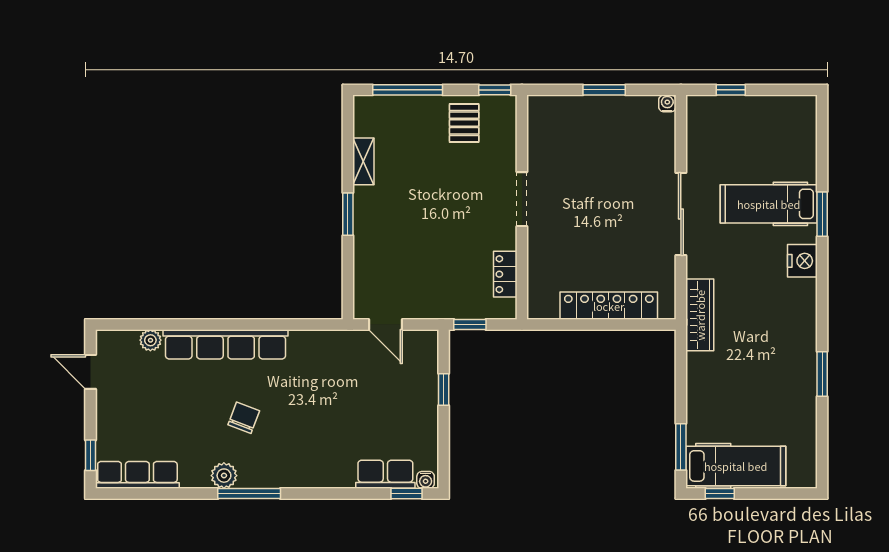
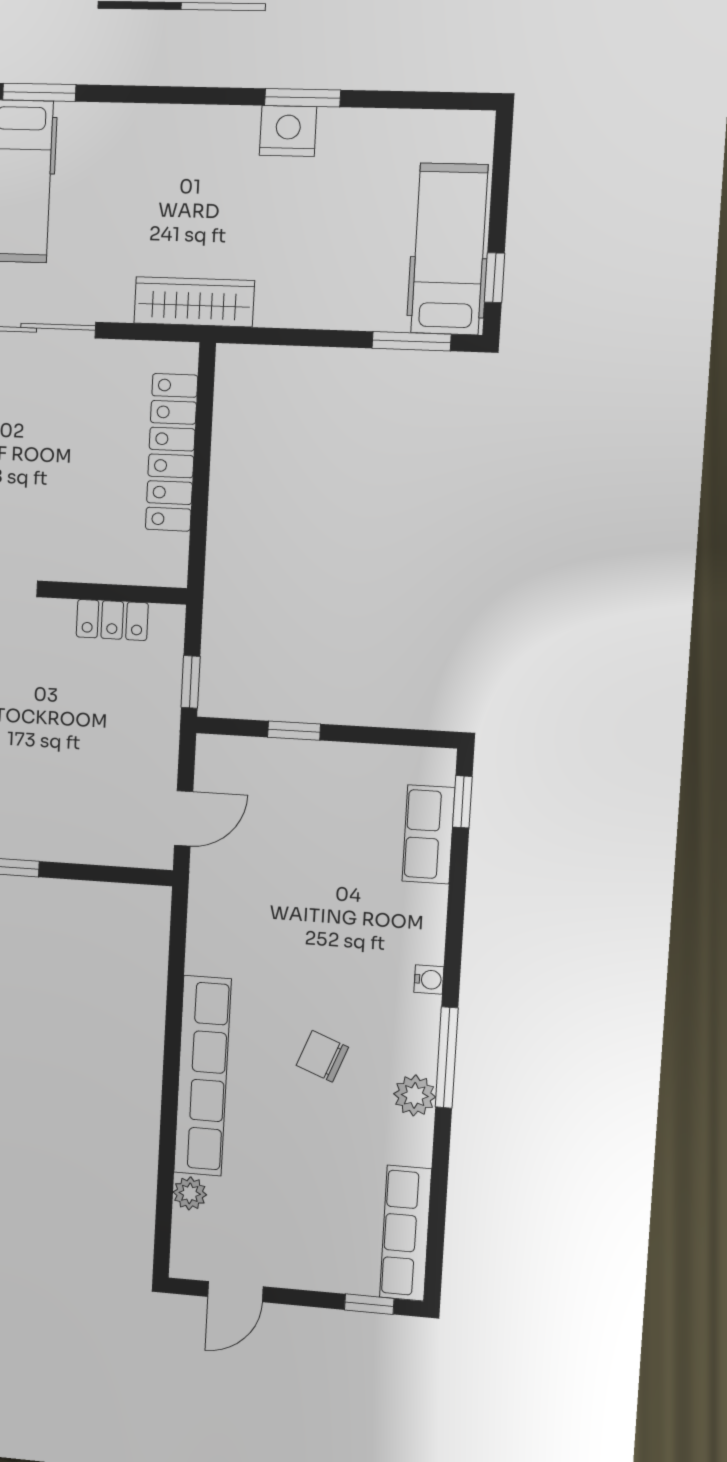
nightstand: (802, 261) -> (288, 131), moved
water cooler: (426, 480) -> (429, 980), moved

